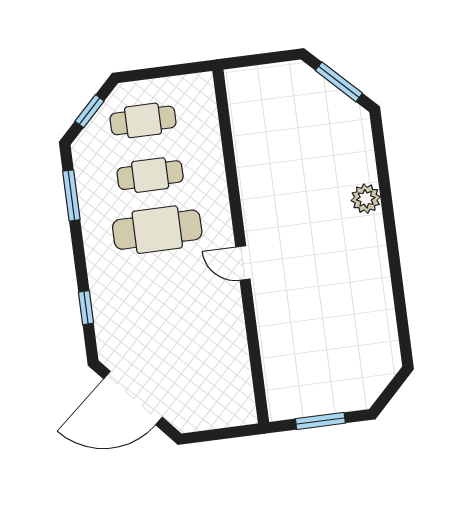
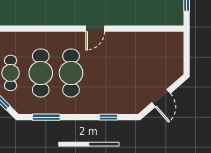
cafe table: (150, 175) -> (41, 73), width x1.37, depth x1.35
door: (133, 398) -> (161, 98), width x0.53

